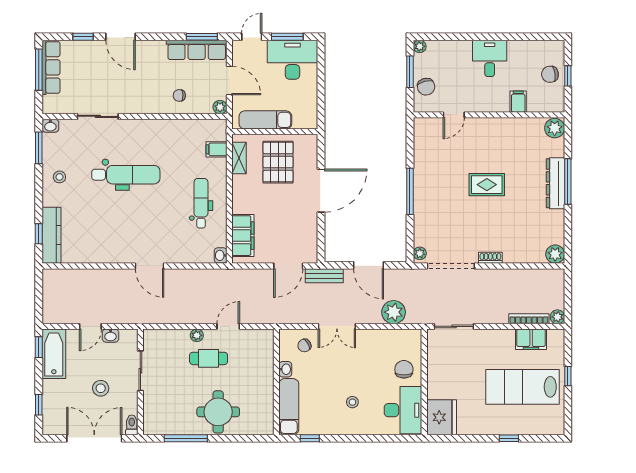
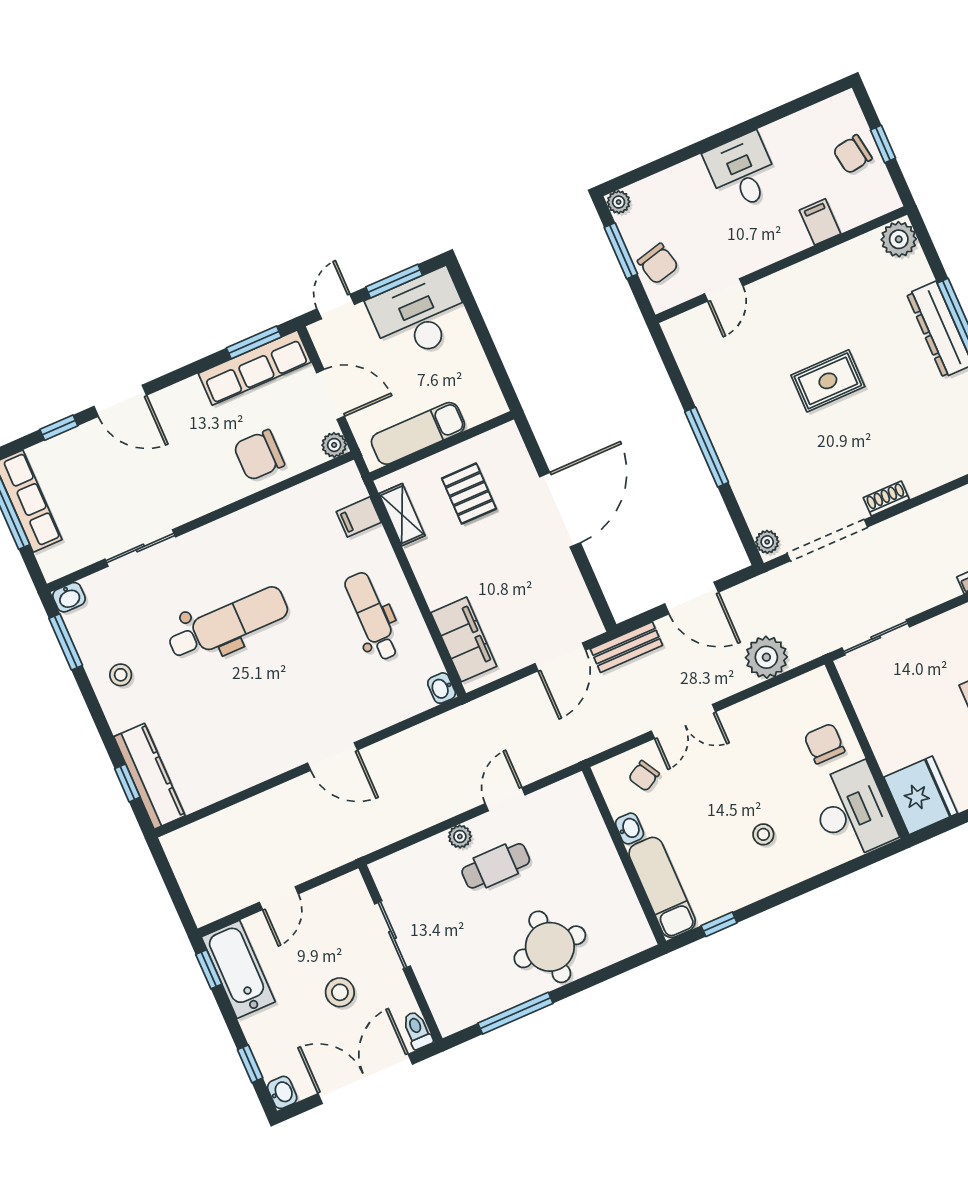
chair: (179, 95) -> (259, 455), width x1.87, depth x1.87
pallet: (278, 162) -> (469, 494), width x0.67, depth x0.71
washbasin: (111, 336) -> (282, 1092), moved, turned -90

